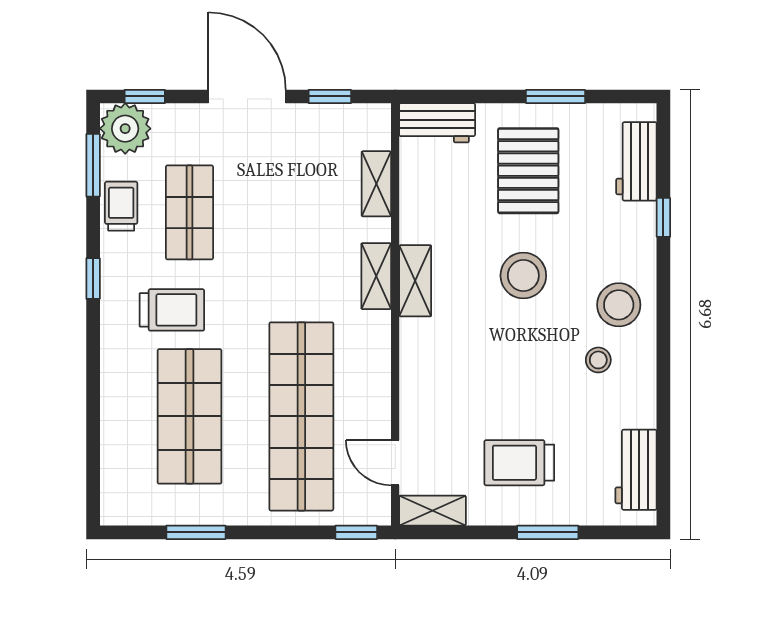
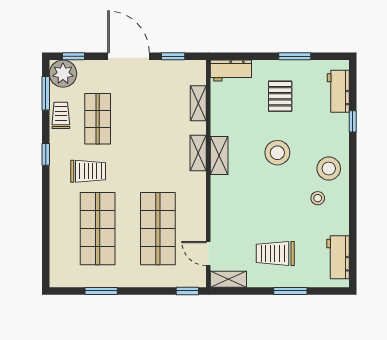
pallet: (528, 171) -> (280, 96), width x0.67, depth x0.71
shop shelf: (301, 416) -> (158, 229), width x0.71

